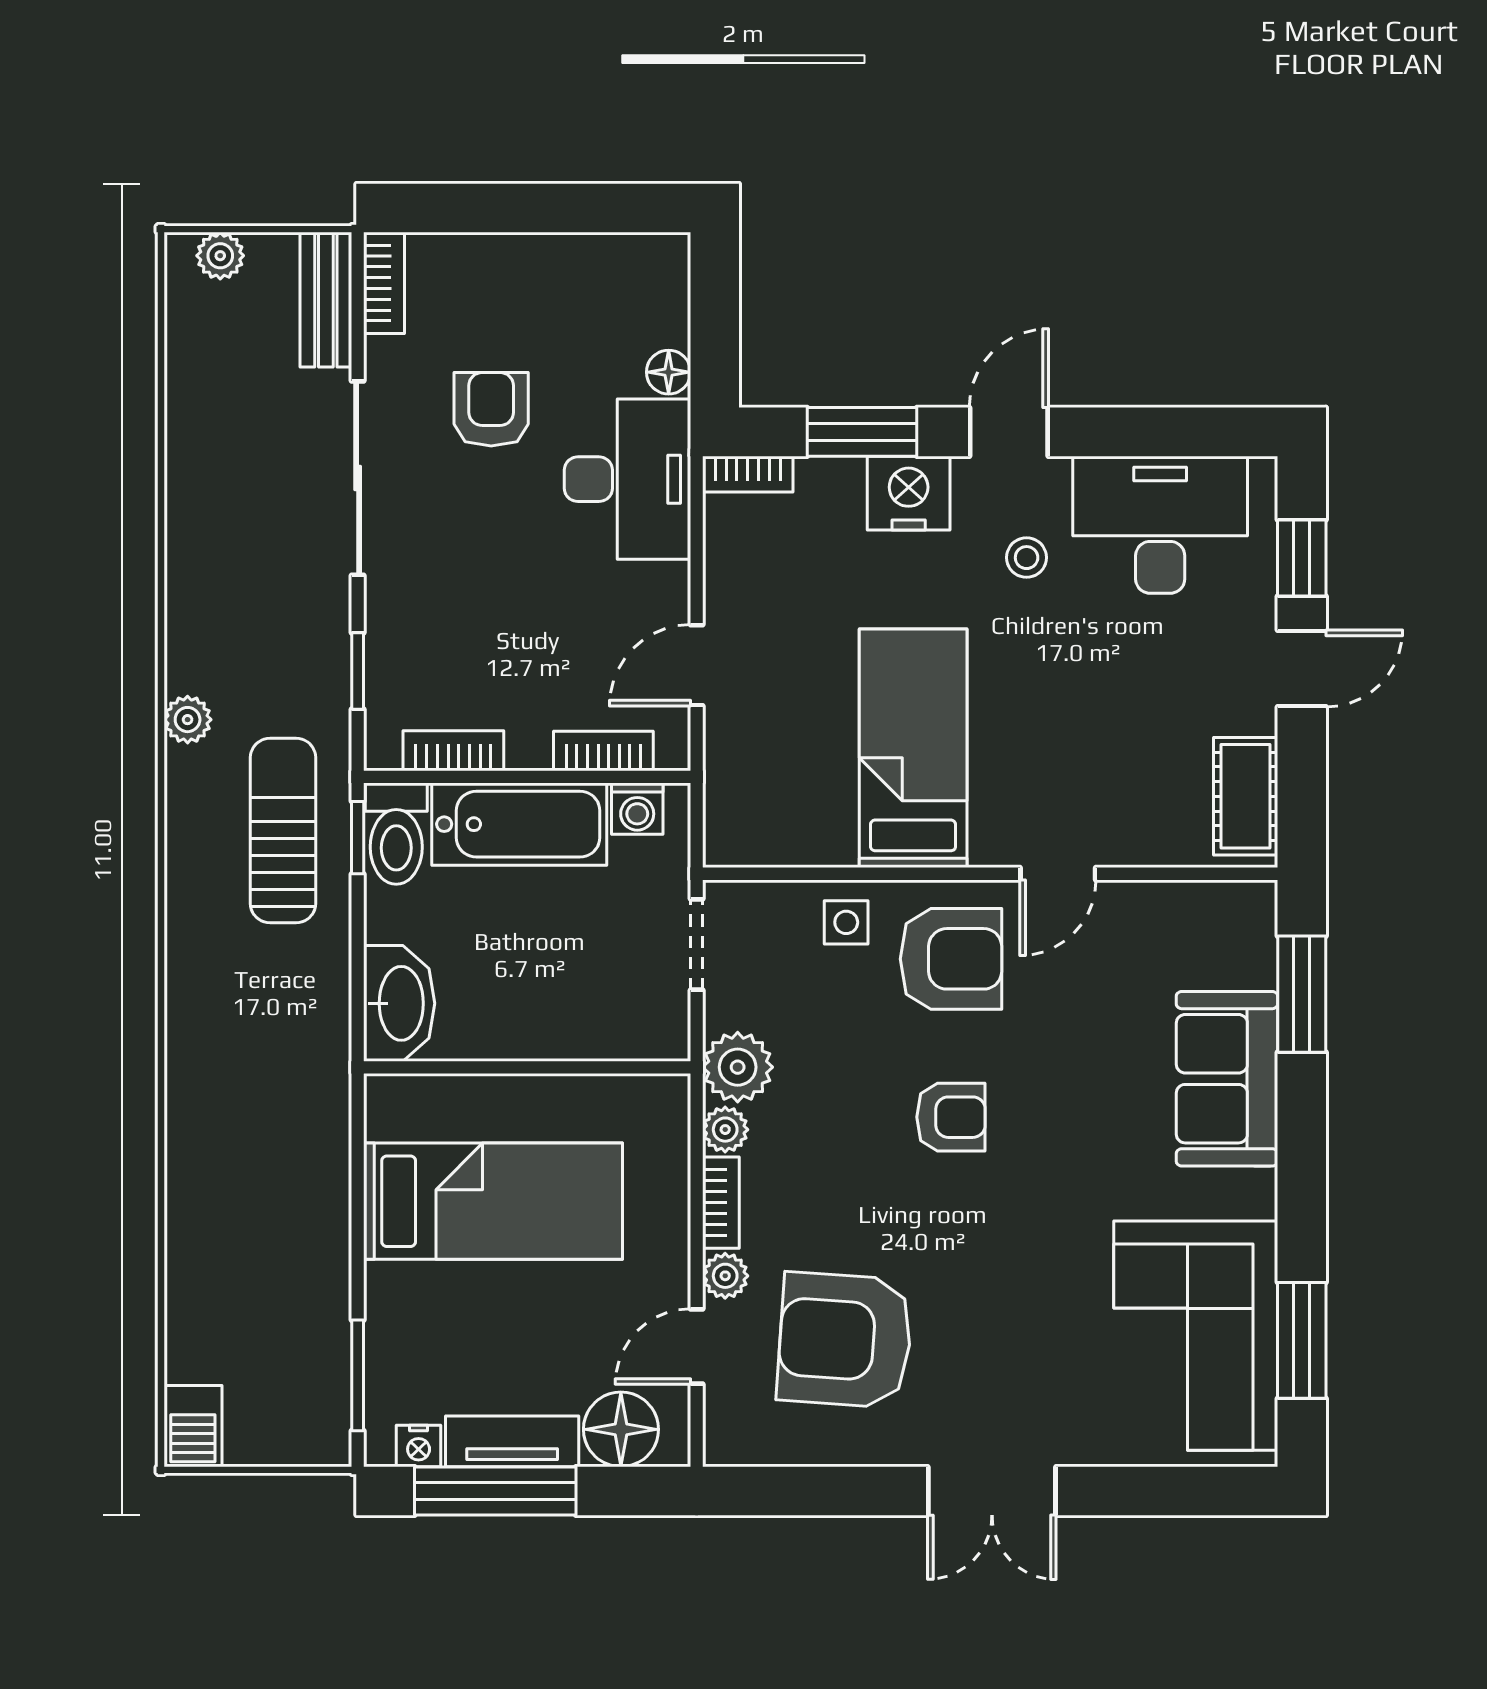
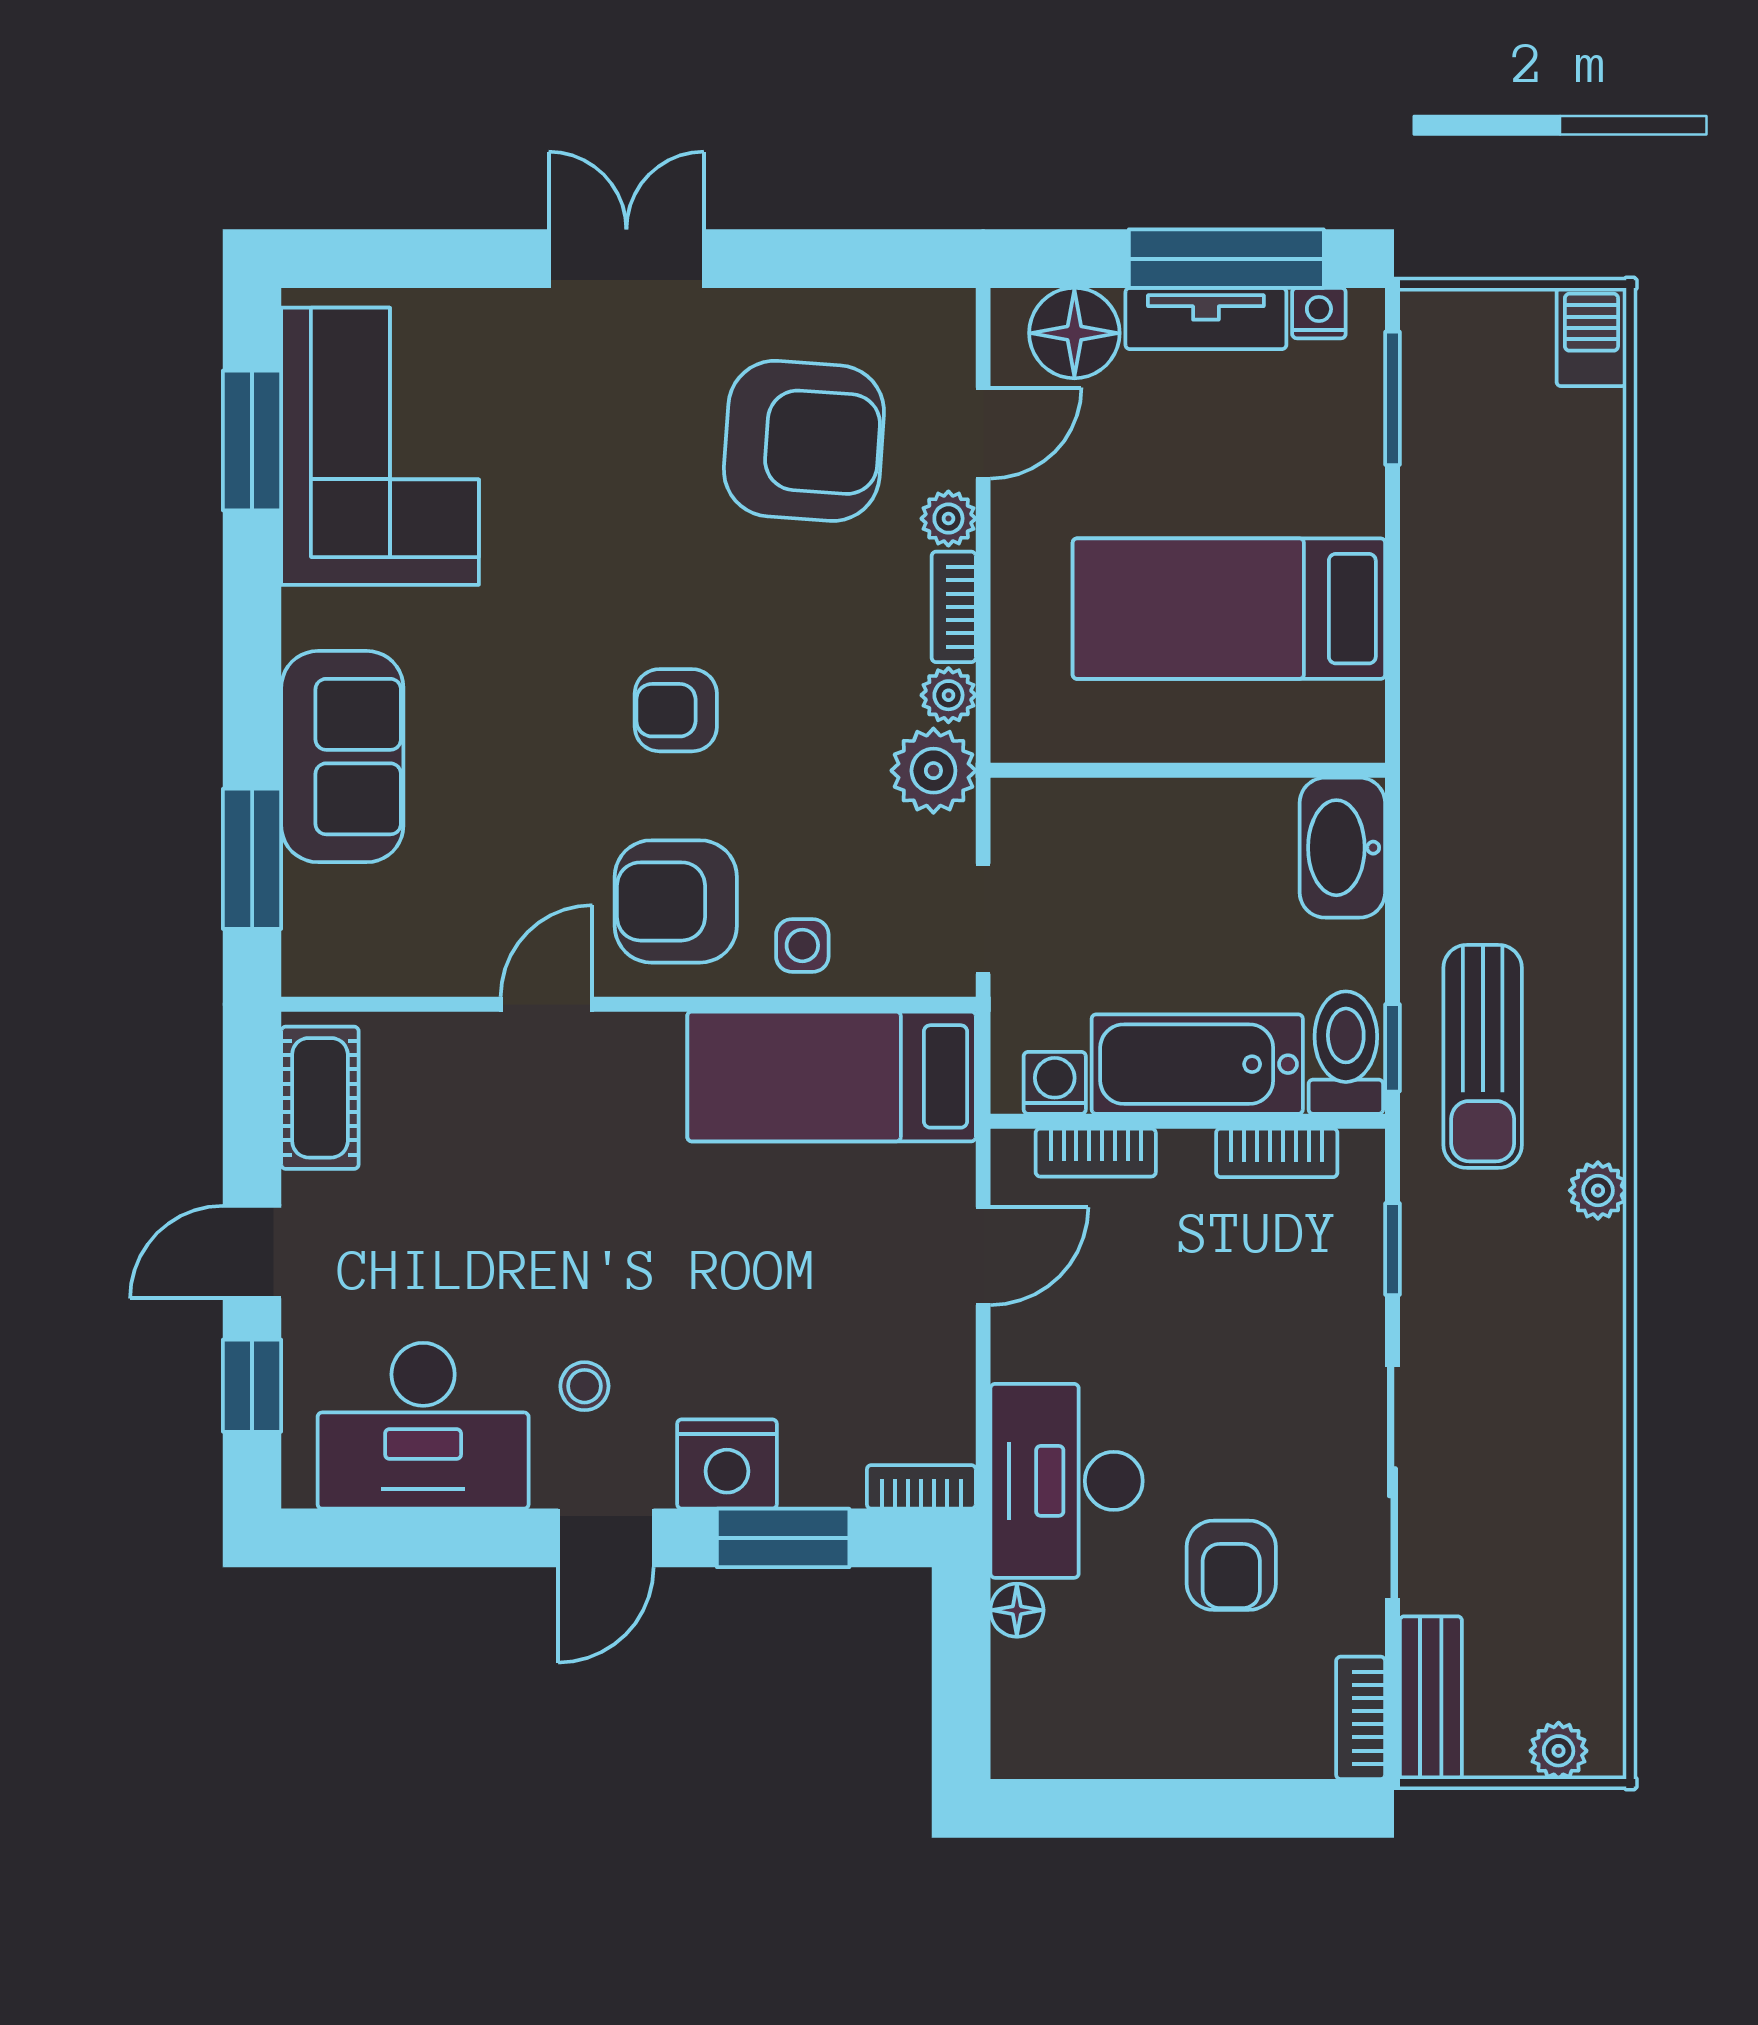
bed: (913, 748) -> (832, 1076), moved, turned 90

